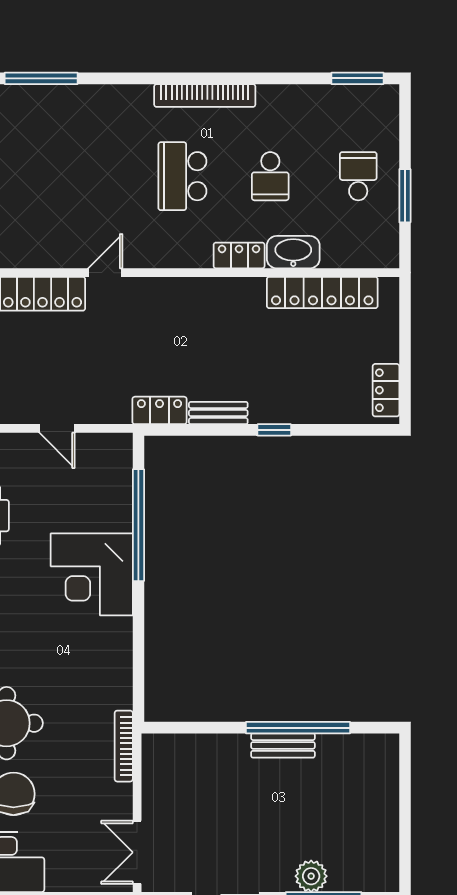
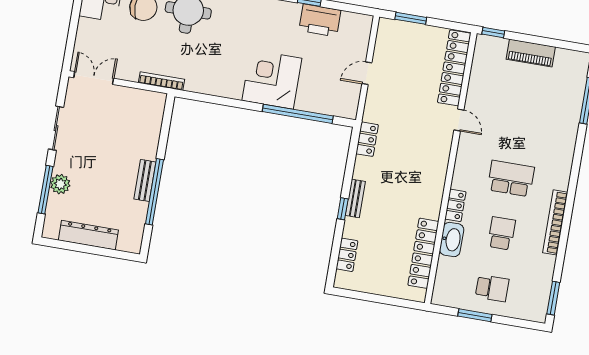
bookcase: (205, 96) -> (555, 222), moved
school desk: (270, 176) -> (502, 233), turned 90
locker: (386, 390) -> (347, 255), moved, turned 90
bench: (218, 413) -> (355, 198), moved
dresser: (383, 819) -> (88, 235), added

